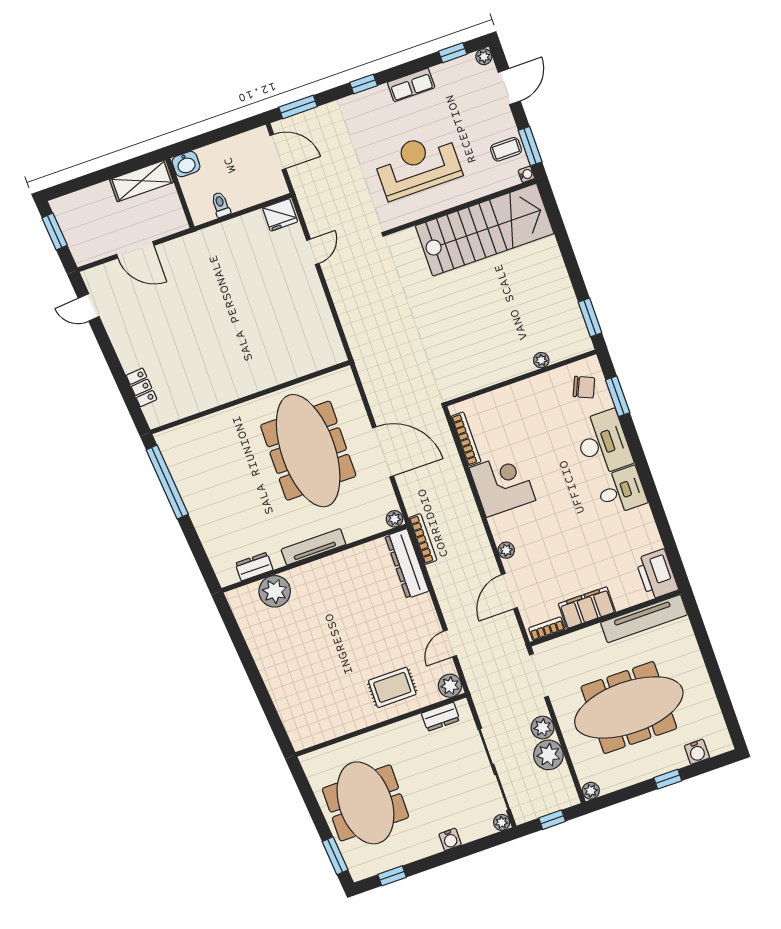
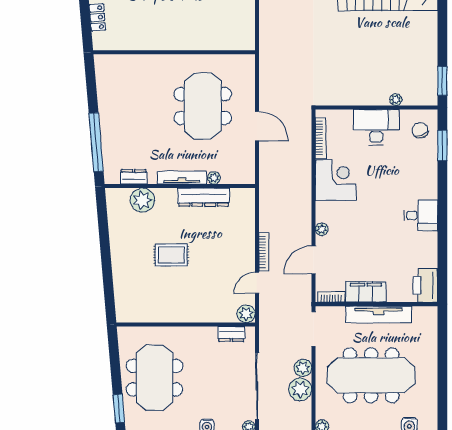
chair: (584, 387) -> (420, 130), turned -131
desk: (603, 443) -> (376, 127), moved, turned -90
meeting table: (308, 451) -> (203, 106), width x0.73
door: (383, 452) -> (257, 126), width x0.73
window: (167, 482) -> (96, 142), moved
plant: (394, 519) -> (214, 178), moved
bookcase: (423, 539) -> (264, 252), moved
dresser: (407, 564) -> (204, 197), moved, turned -90
tv unit: (644, 619) -> (379, 314), moved
rug: (392, 687) -> (171, 255), moved

